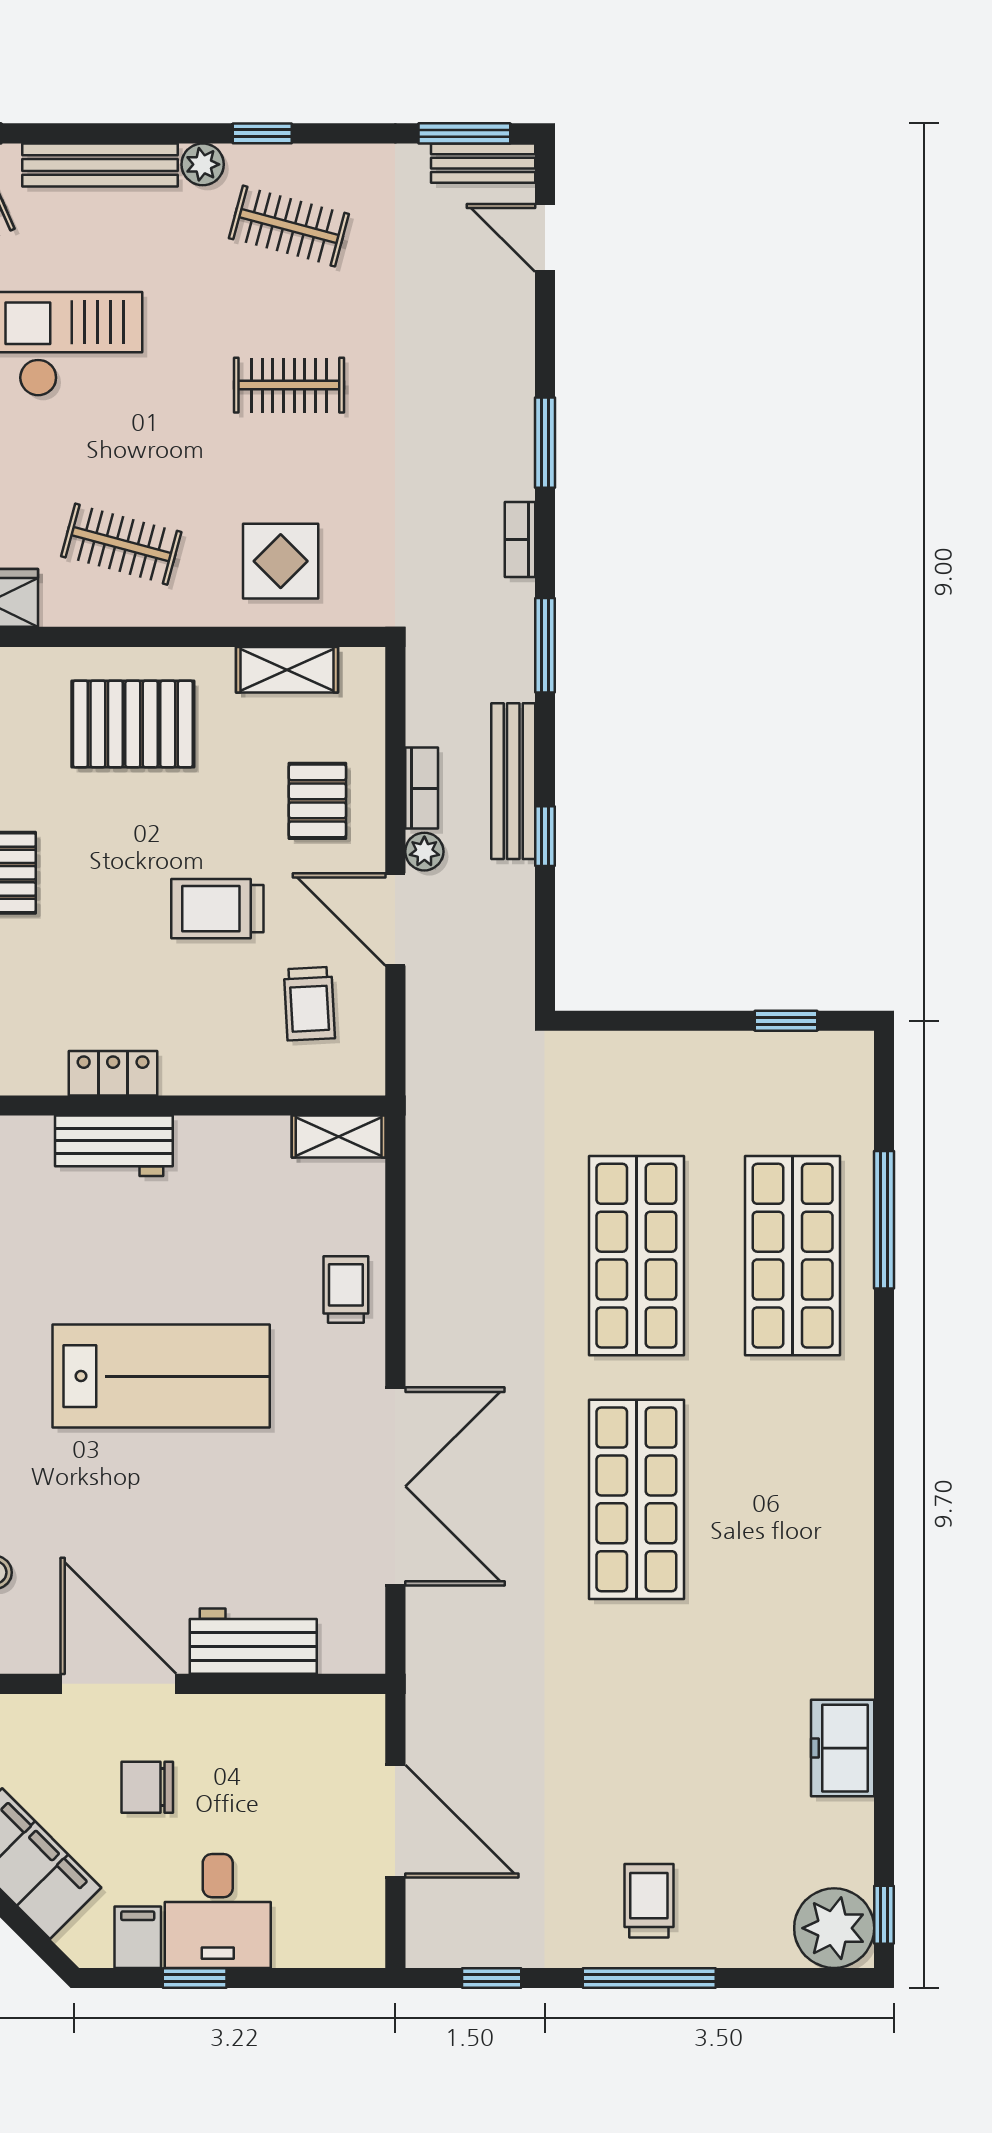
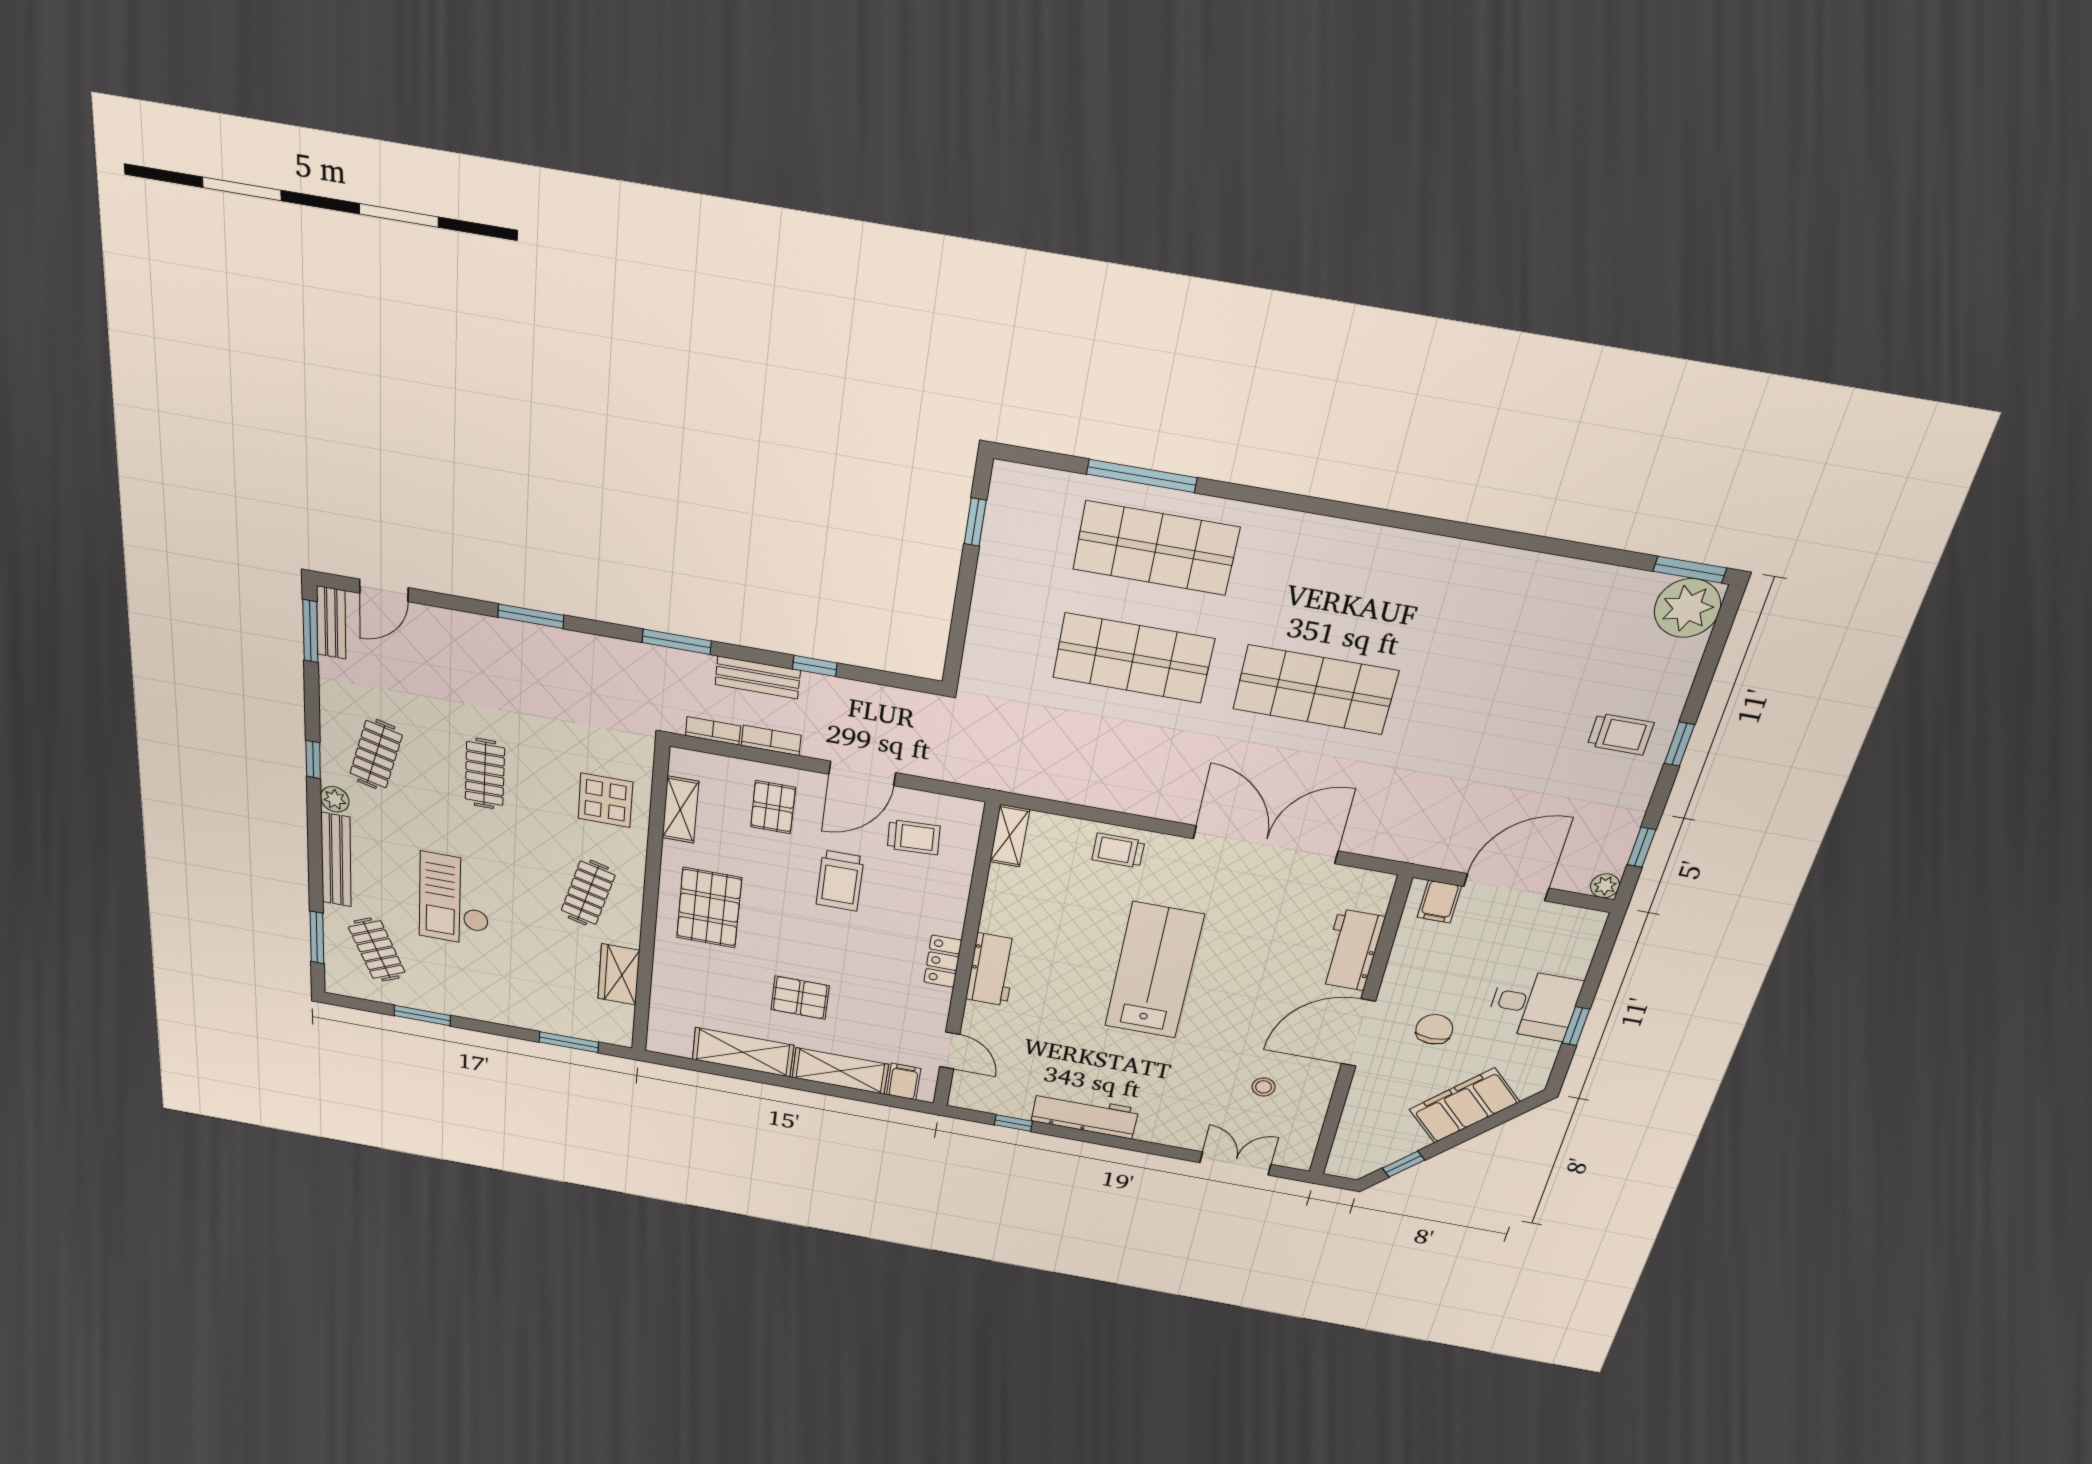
bookcase: (520, 540) -> (713, 731), moved, turned 180
bench: (513, 781) -> (758, 677), width x0.73
pallet: (317, 801) -> (773, 807), turned 90
plant: (424, 852) -> (1605, 886), moved
freezer: (843, 1748) -> (1548, 578), removed
chair: (147, 1787) -> (1434, 1029), turned 180
trolley: (649, 1901) -> (1621, 734), turned 180
window: (884, 1915) -> (1690, 570), width x1.50
filing cabinet: (138, 1937) -> (1439, 902), moved, turned -90
window: (649, 1978) -> (1679, 744), width x0.46

